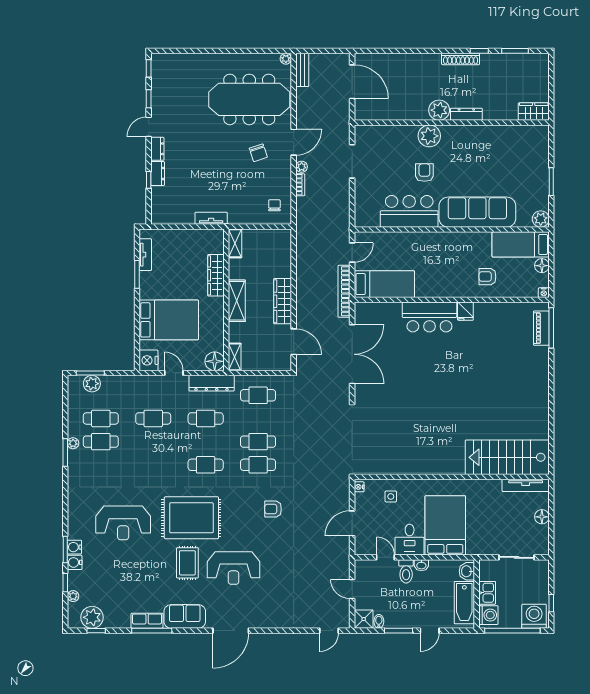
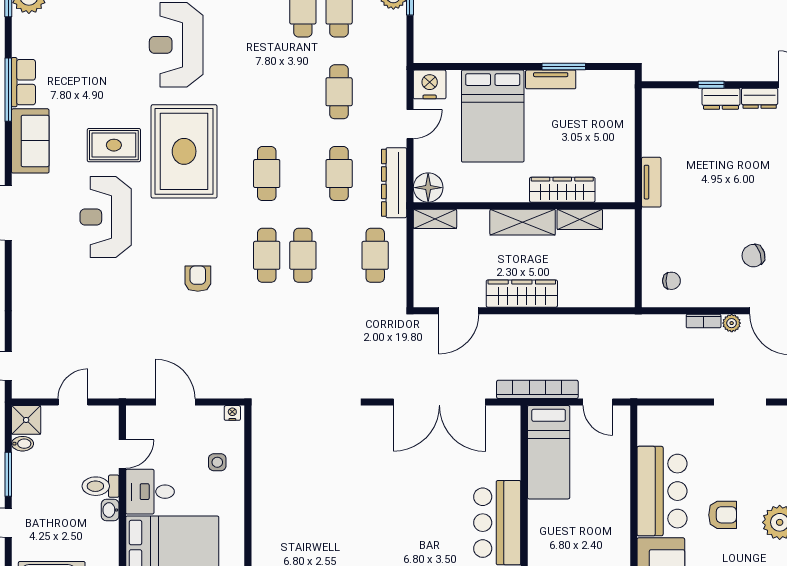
shelving: (235, 243) -> (580, 219), moved
tv unit: (145, 255) -> (551, 79), moved

